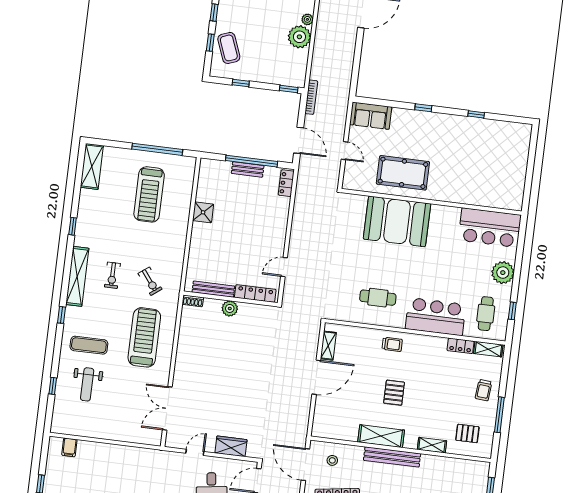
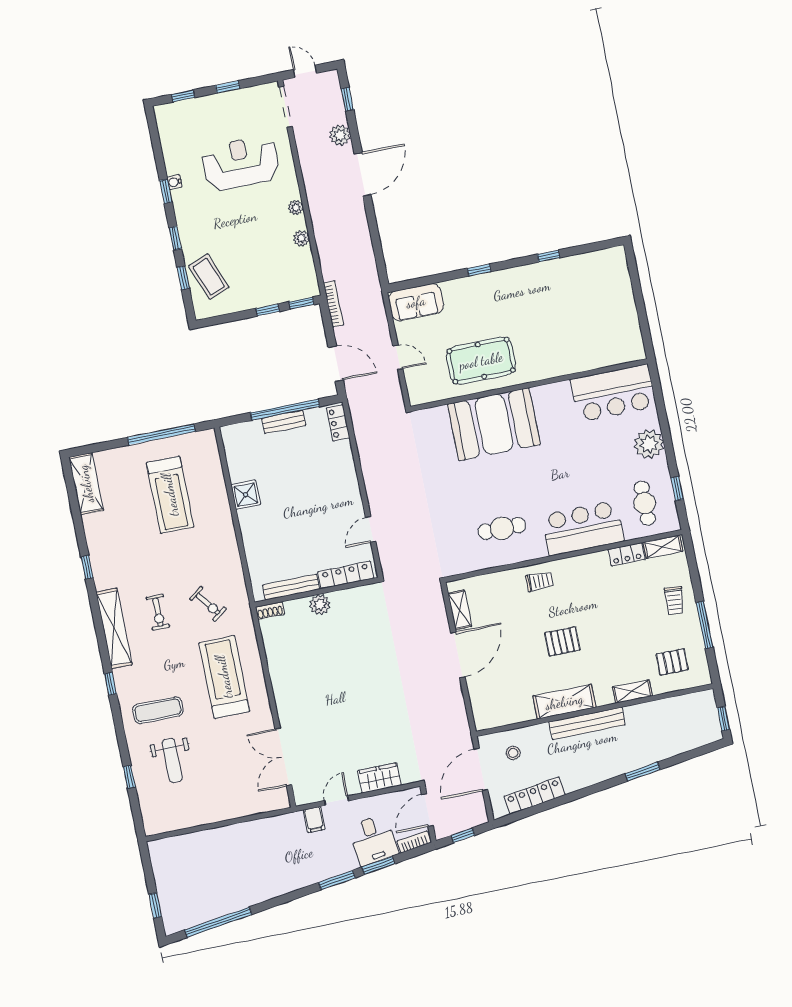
plant: (299, 37) -> (301, 238), width x0.53, depth x0.53
window: (241, 83) -> (268, 310), moved
pallet: (394, 393) -> (562, 641), turned 90
filing cabinet: (69, 447) -> (314, 820), moved
door: (305, 465) -> (481, 769), hinge flipped

